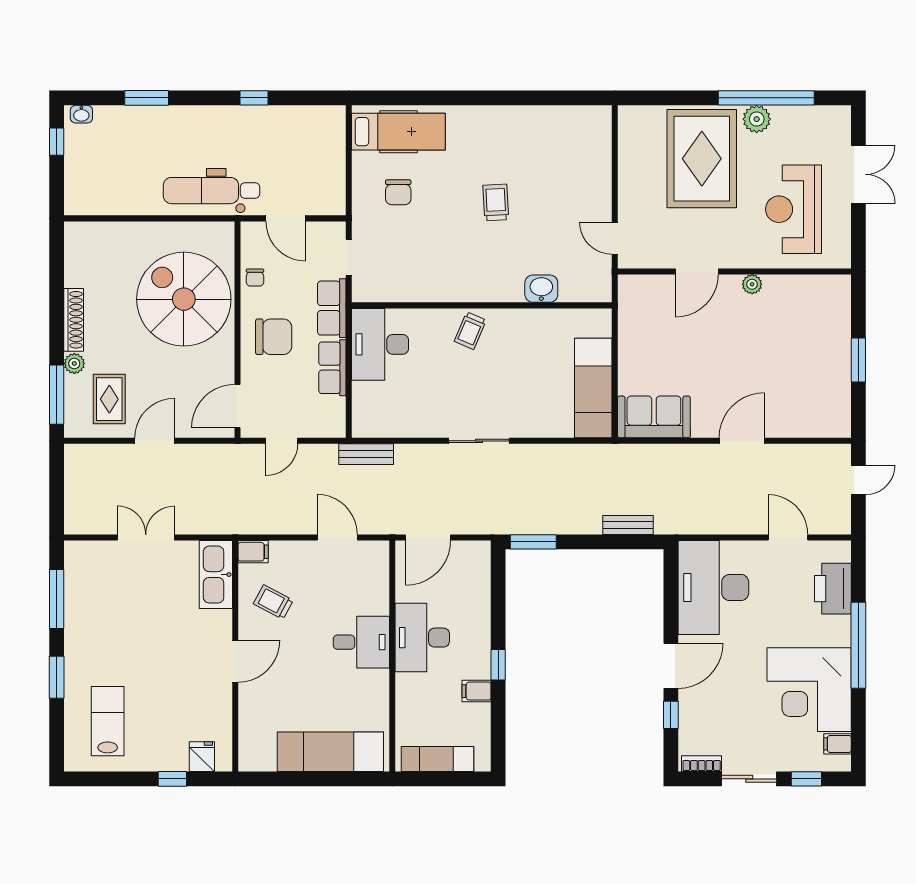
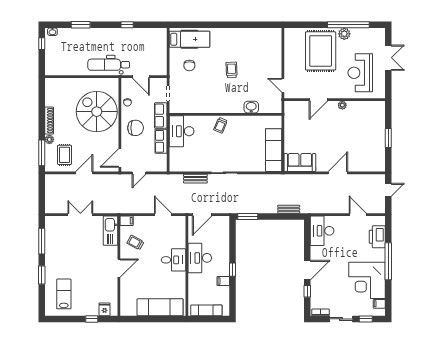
bench: (366, 454) -> (195, 179), moved
desk: (713, 587) -> (322, 231), width x0.73, depth x0.77

